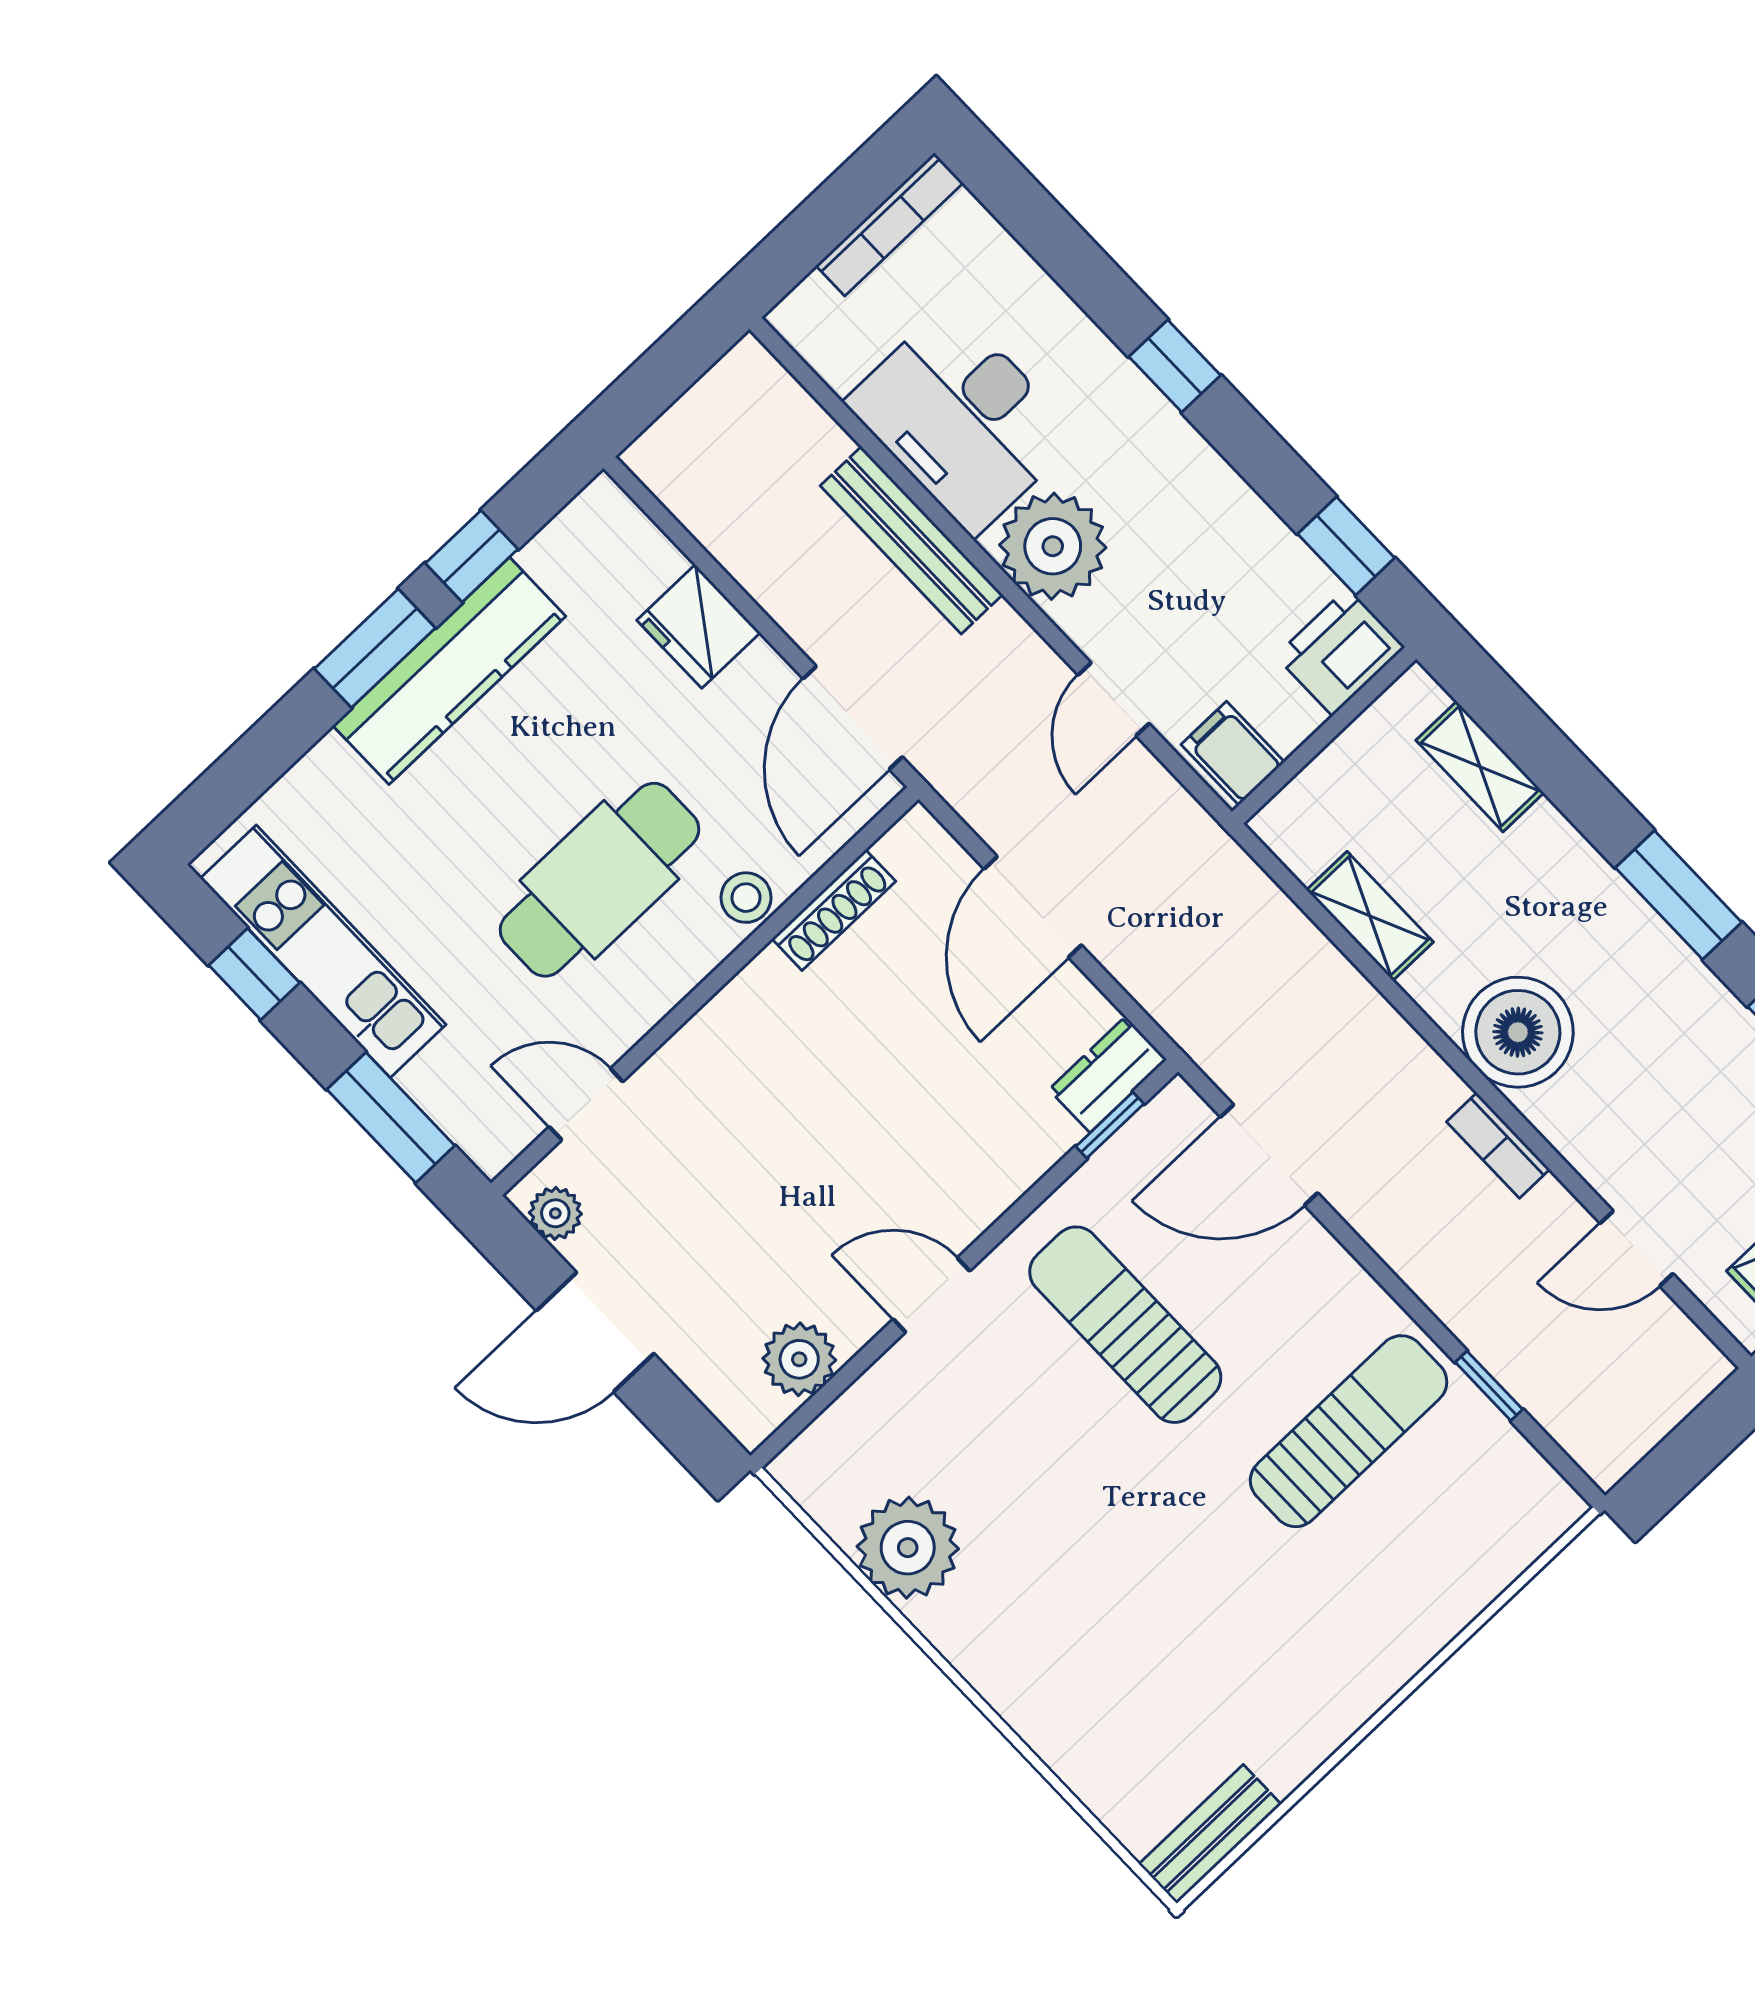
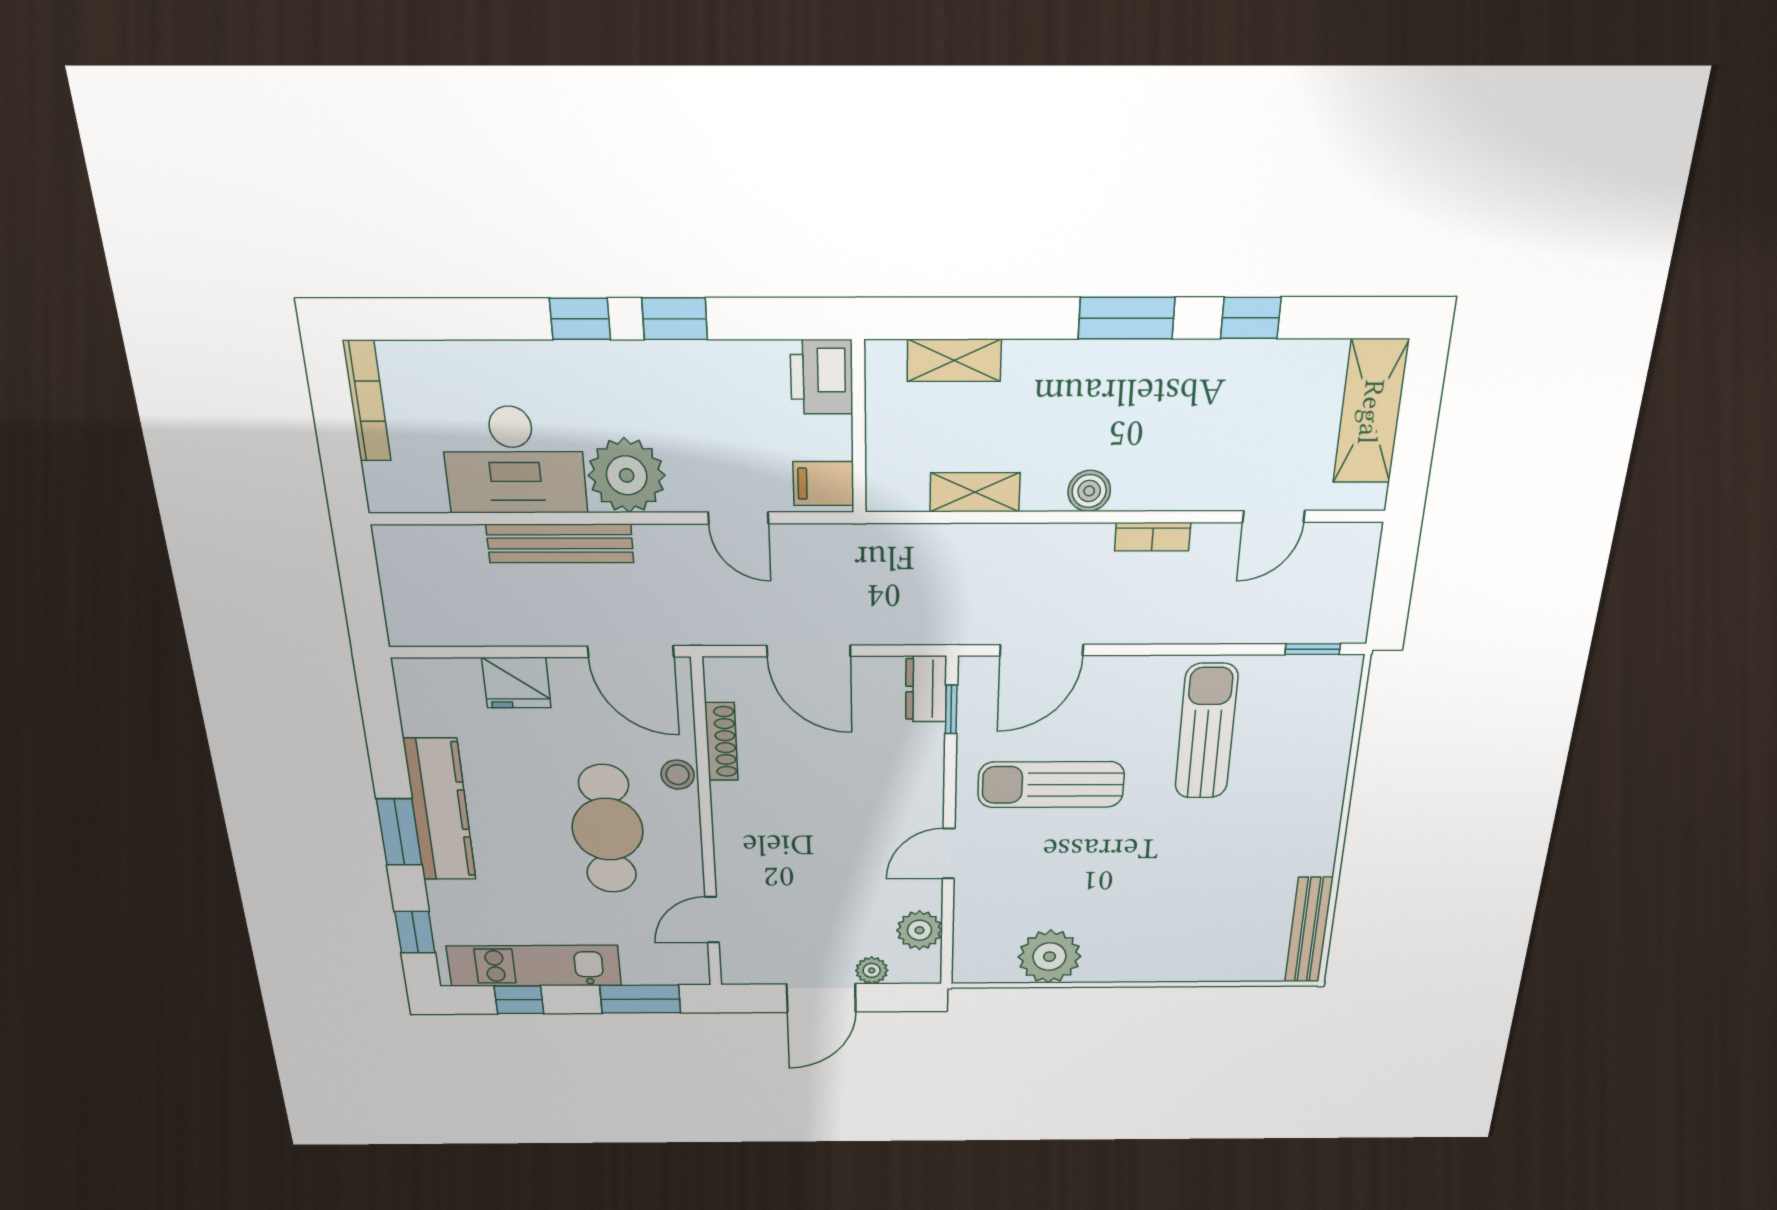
window: (1346, 546) -> (675, 319), moved
window: (472, 556) -> (415, 932), moved
boiler: (1518, 1032) -> (1089, 491), width x0.54, depth x0.54
plant: (555, 1213) -> (872, 970), moved
window: (1489, 1386) -> (1313, 649), moved
bench: (1210, 1834) -> (1309, 930), width x1.36

